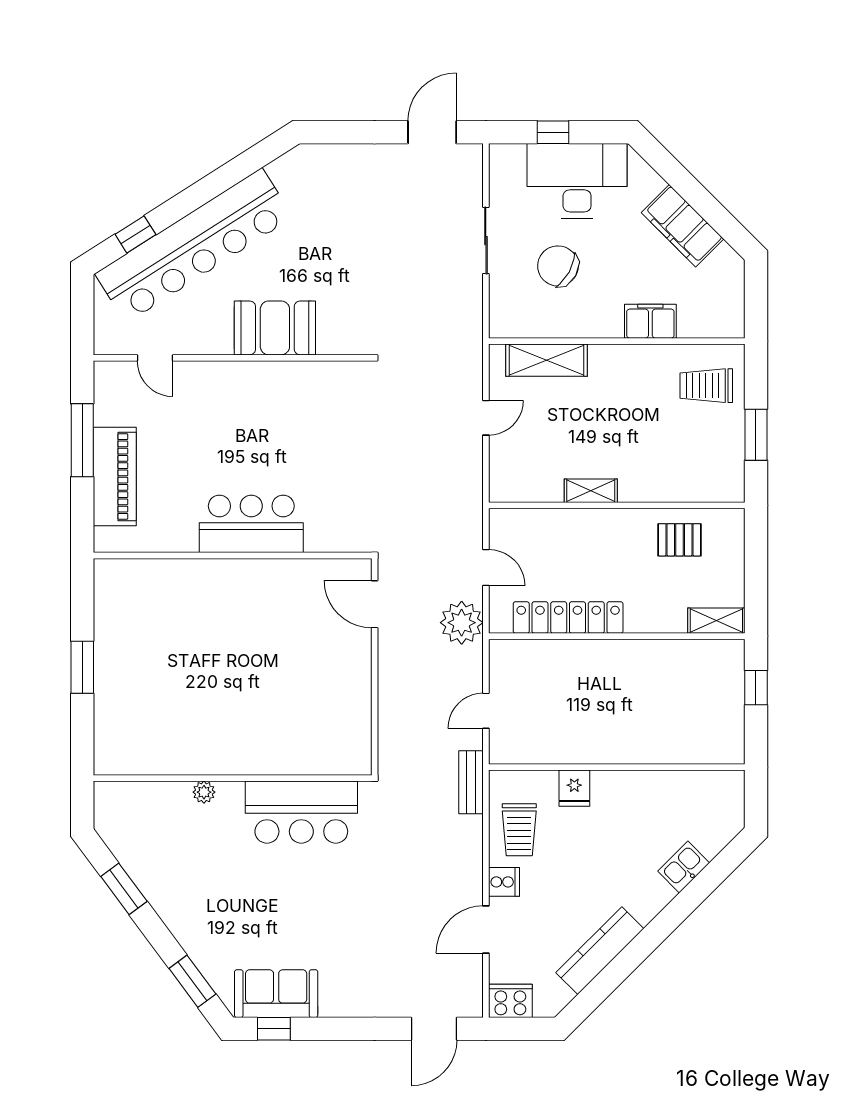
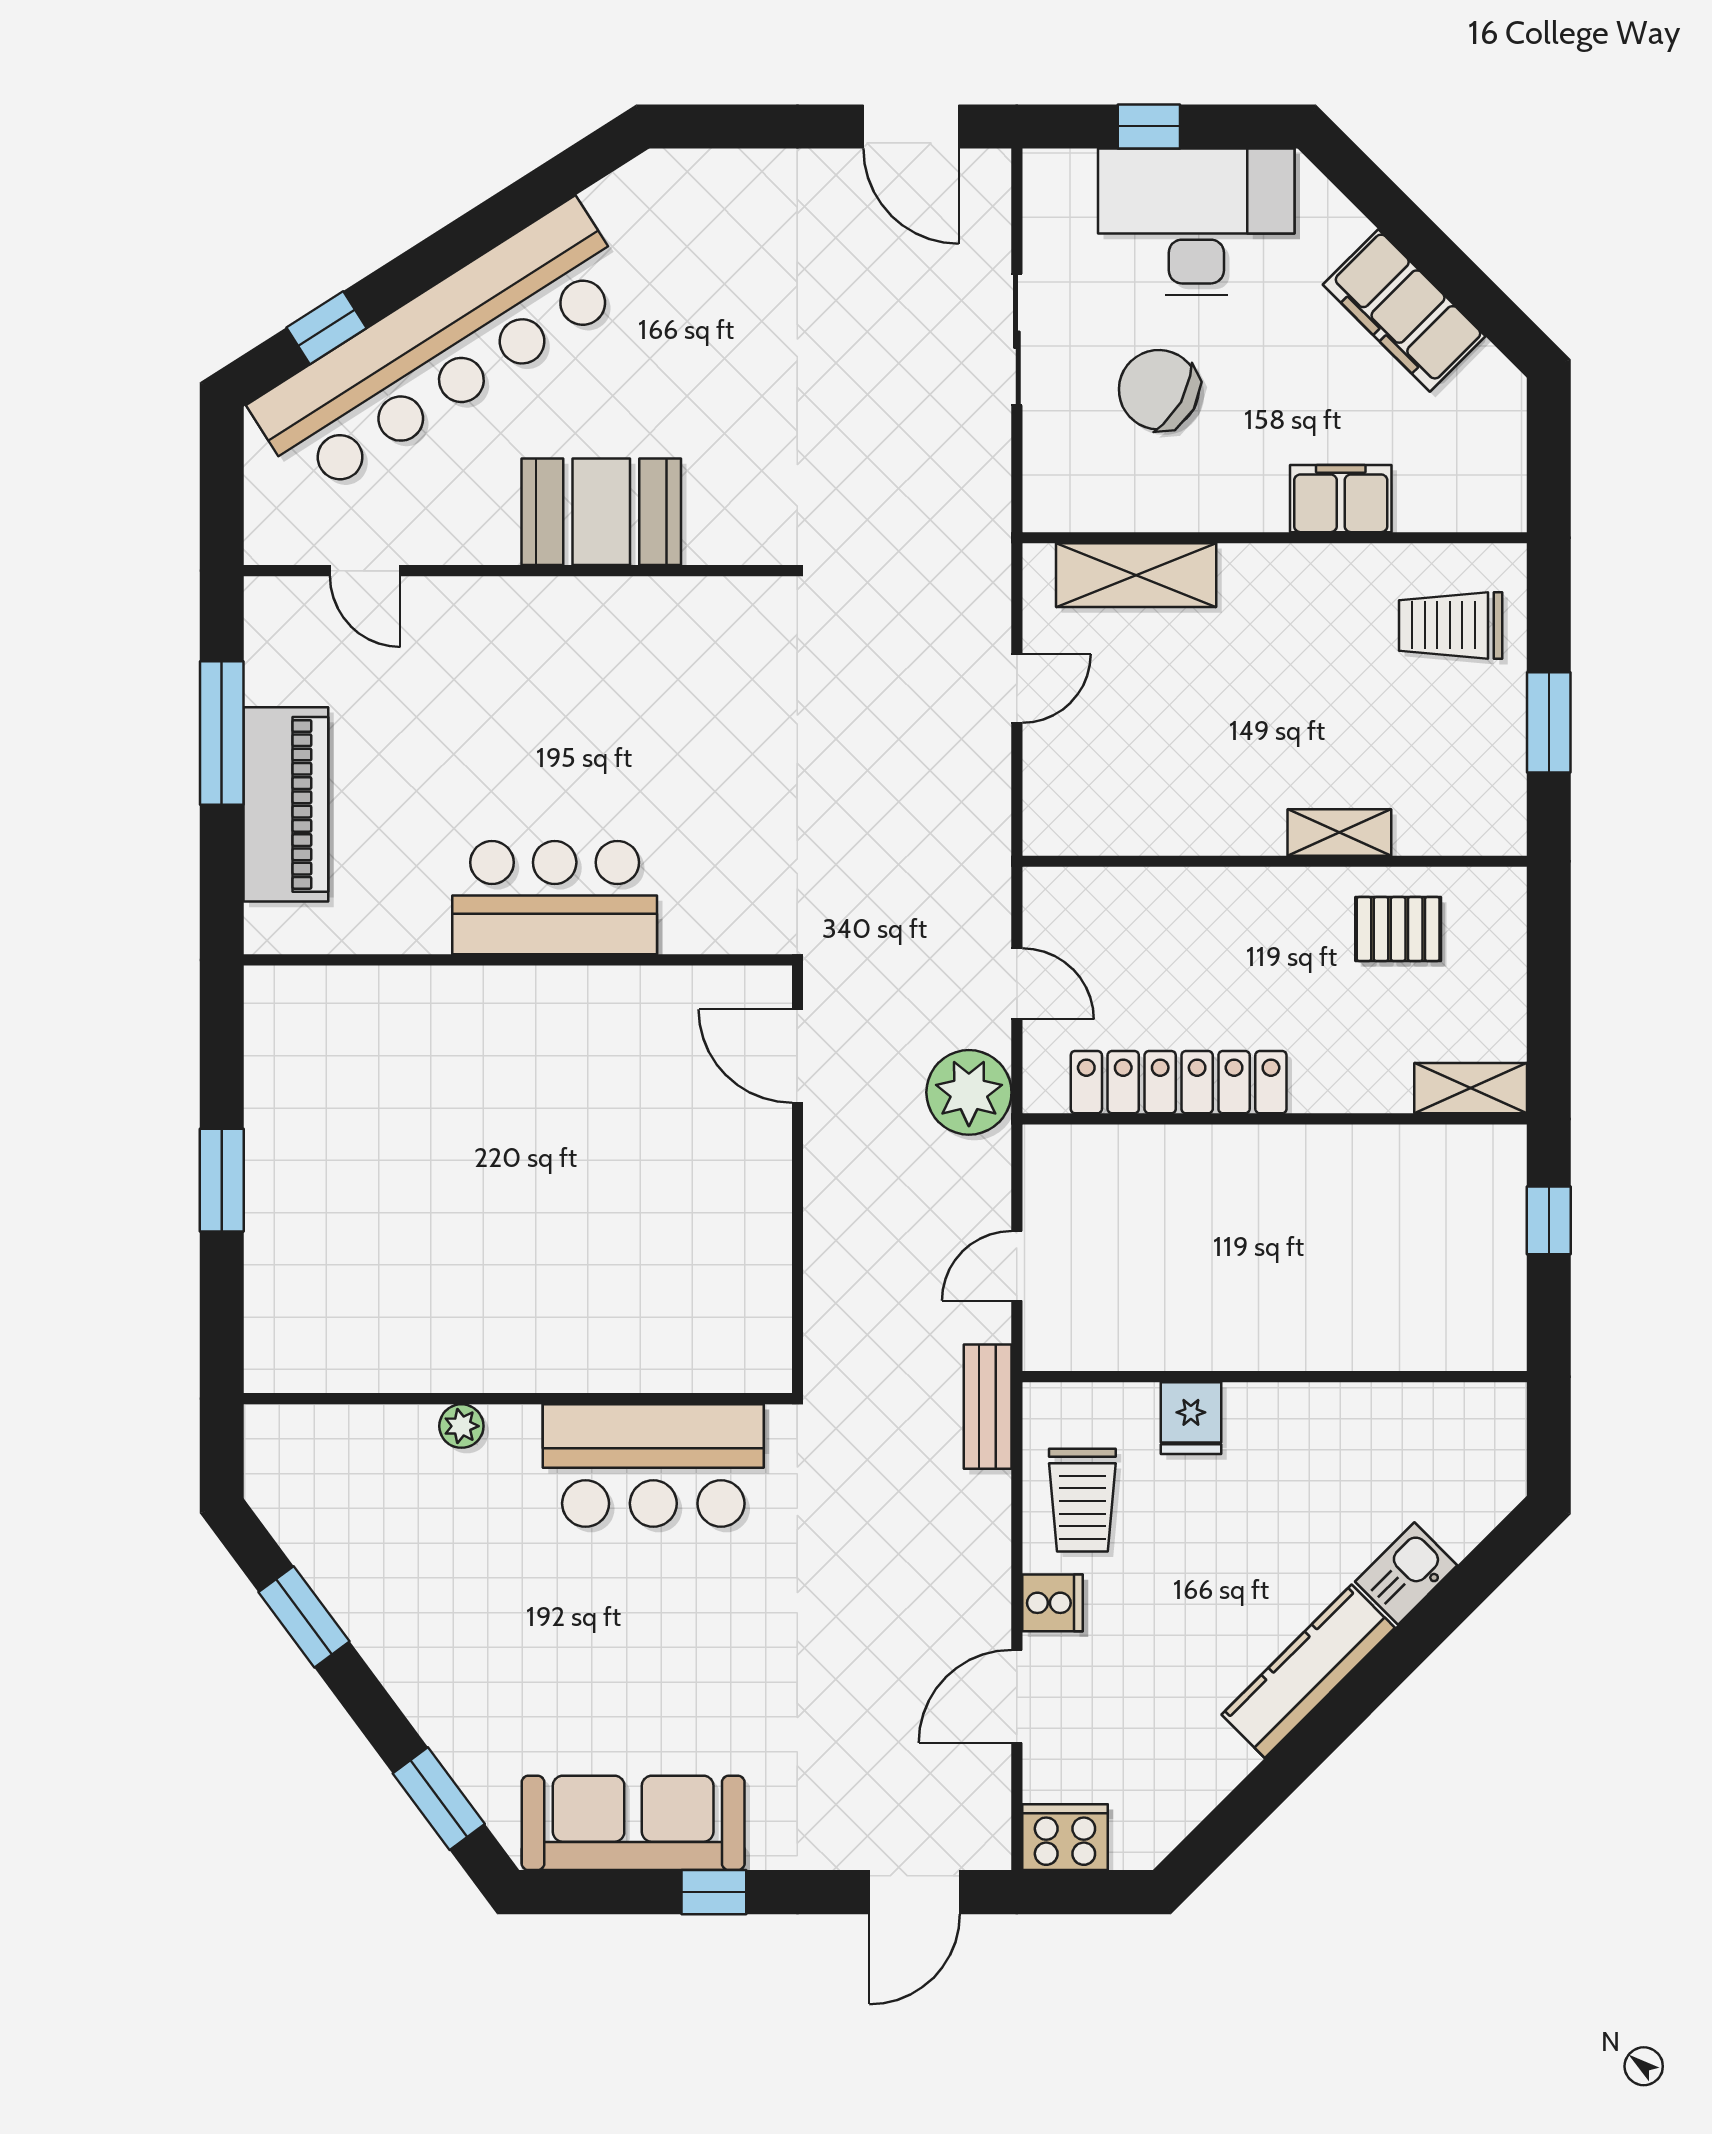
door: (432, 132) -> (911, 126), swing flipped
shelving: (591, 491) -> (1339, 832), moved
kitchen counter: (600, 951) -> (1308, 1671), moved
sofa: (276, 994) -> (633, 1823), width x1.36
window: (274, 1029) -> (714, 1892), moved

